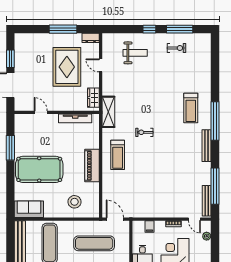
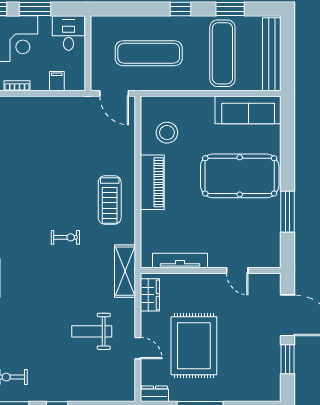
weight bench: (135, 53) -> (92, 331), moved
treadmill: (118, 155) -> (110, 200), turned 180
stool: (74, 202) -> (167, 133), moved
sofa: (29, 209) -> (248, 110), width x1.36

